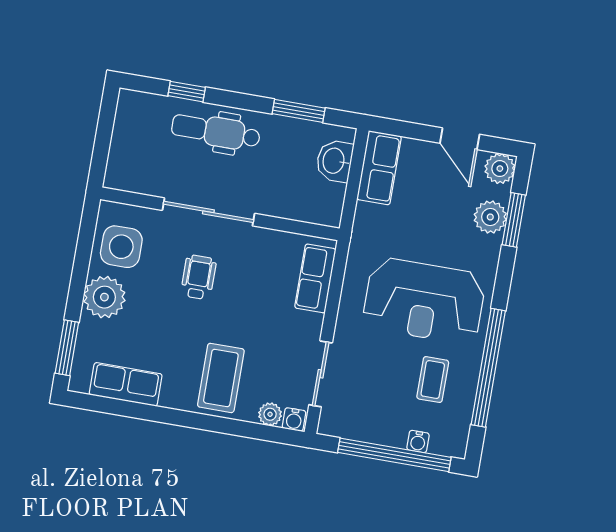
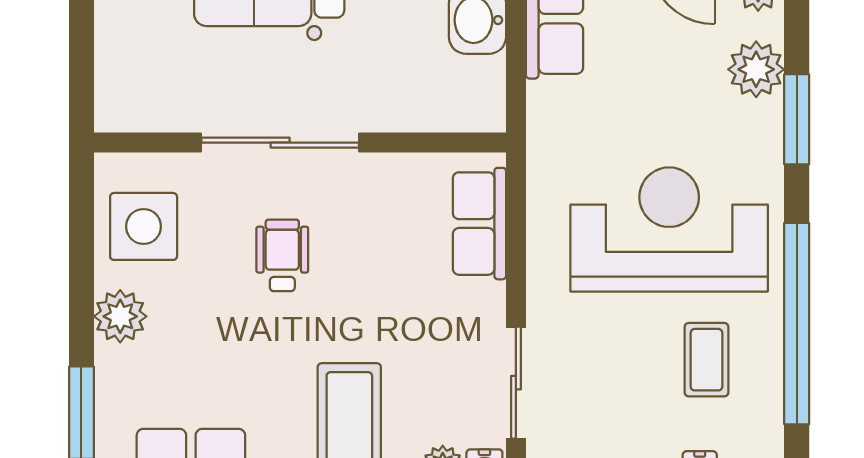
window: (514, 220) -> (797, 119), moved
plant: (104, 297) -> (120, 316), width x0.73, depth x0.73
reception desk: (424, 301) -> (669, 229), turned 180

